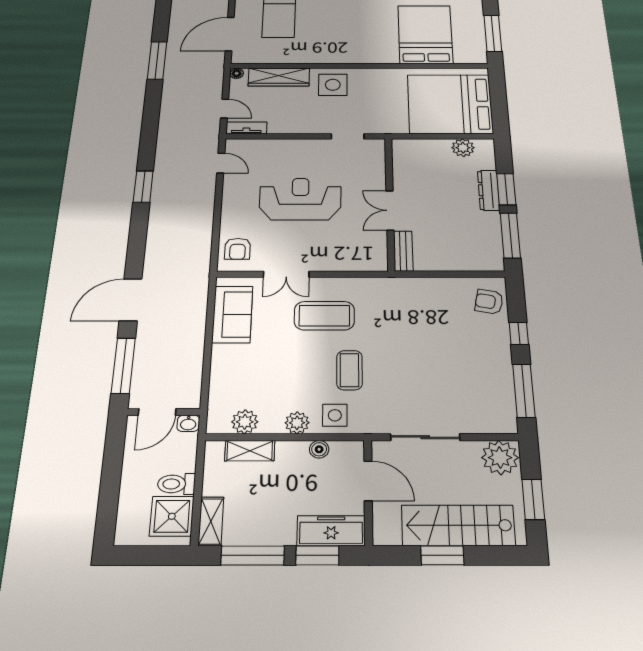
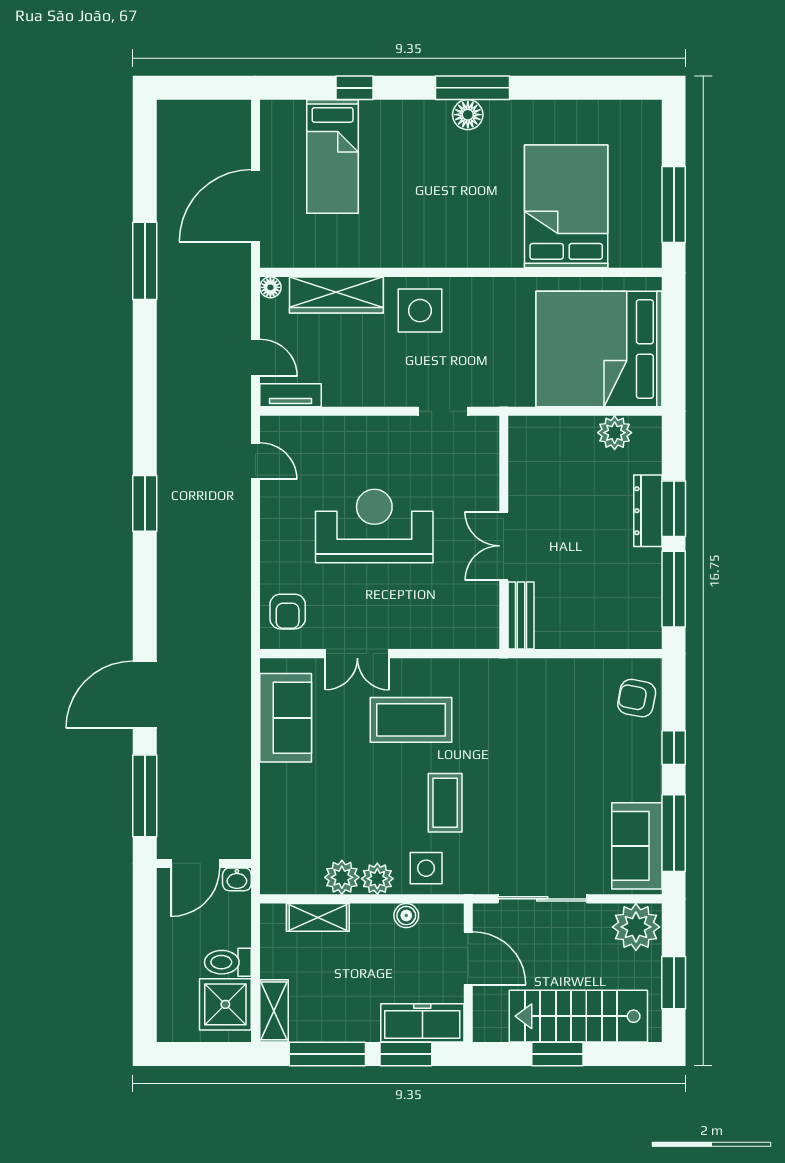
sofa: (496, 400) -> (637, 846), added
plant: (245, 422) -> (342, 877), moved

